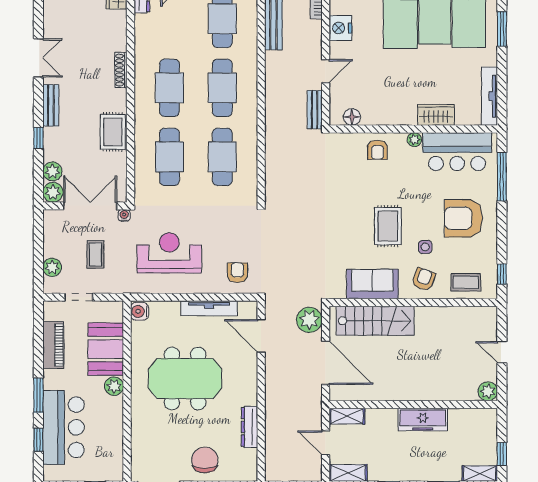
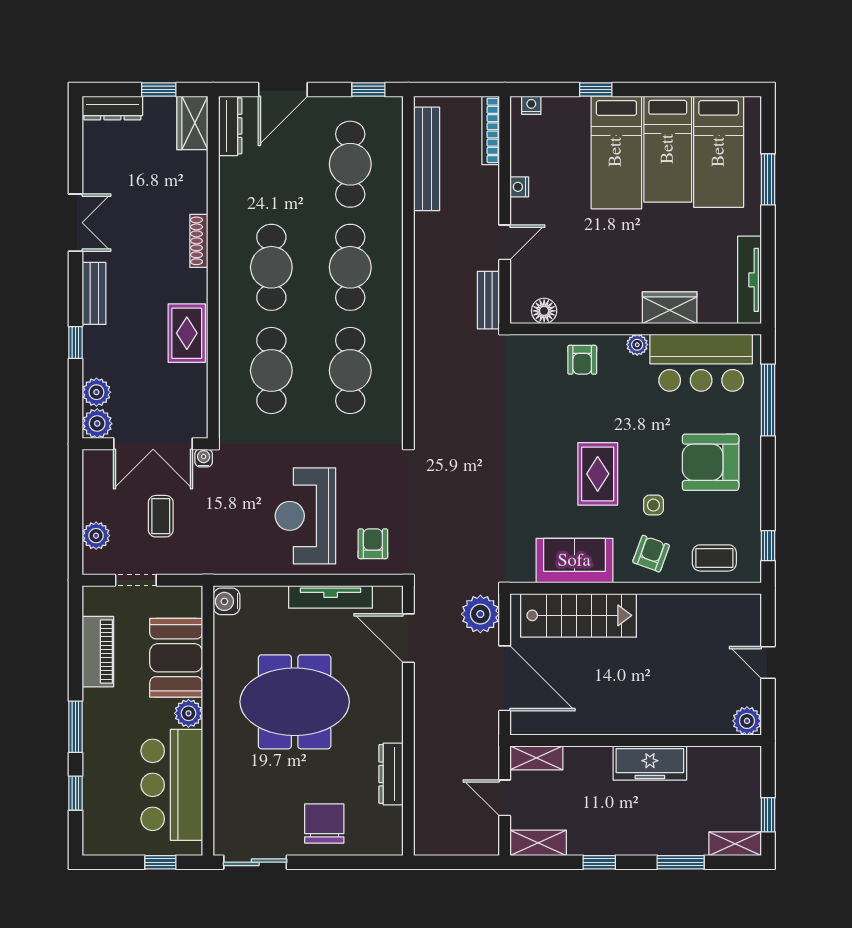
nightstand: (340, 28) -> (519, 187), width x0.53, depth x0.56
double door: (90, 206) -> (153, 444), swing flipped
reception desk: (169, 253) -> (305, 516), moved, turned -90
bar counter: (63, 427) -> (172, 785), moved, turned 180

